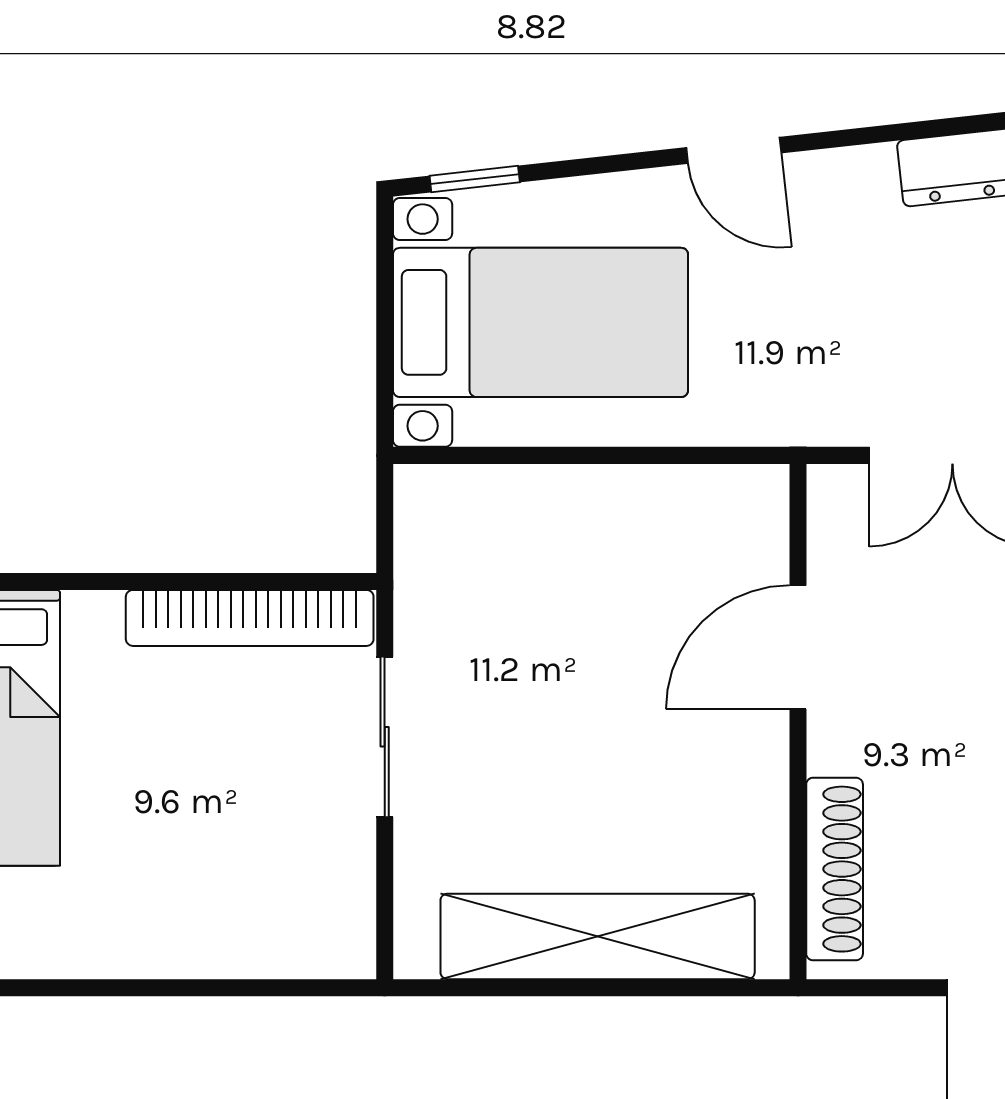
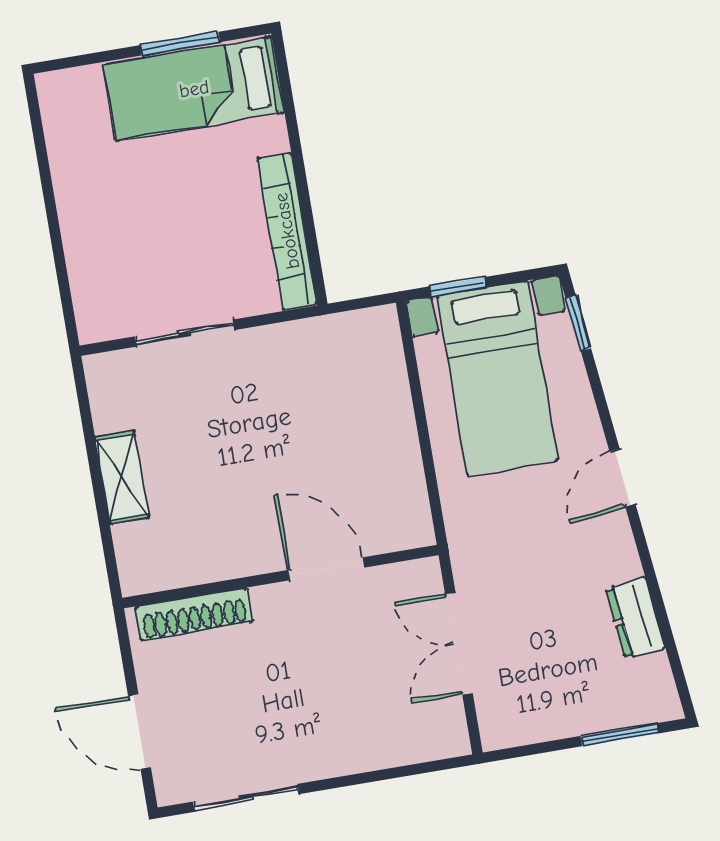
window: (385, 361) -> (458, 287), added
sliding door: (385, 737) -> (185, 333), moved
shelving: (598, 936) -> (122, 477), width x0.45, depth x0.75

